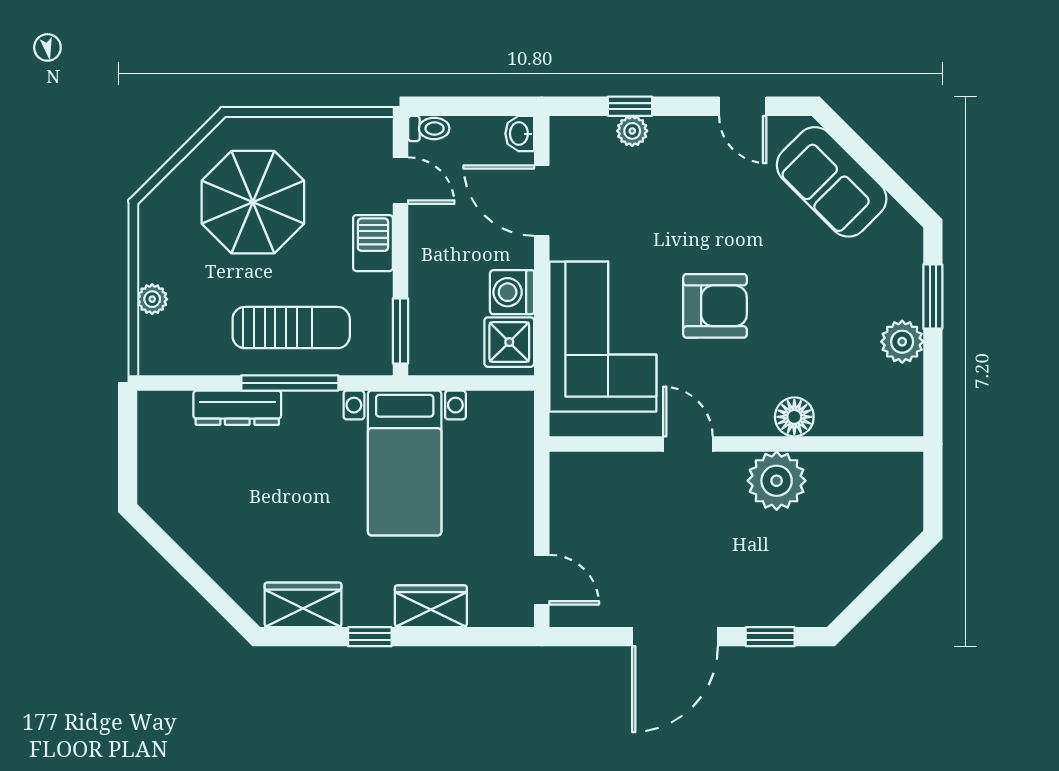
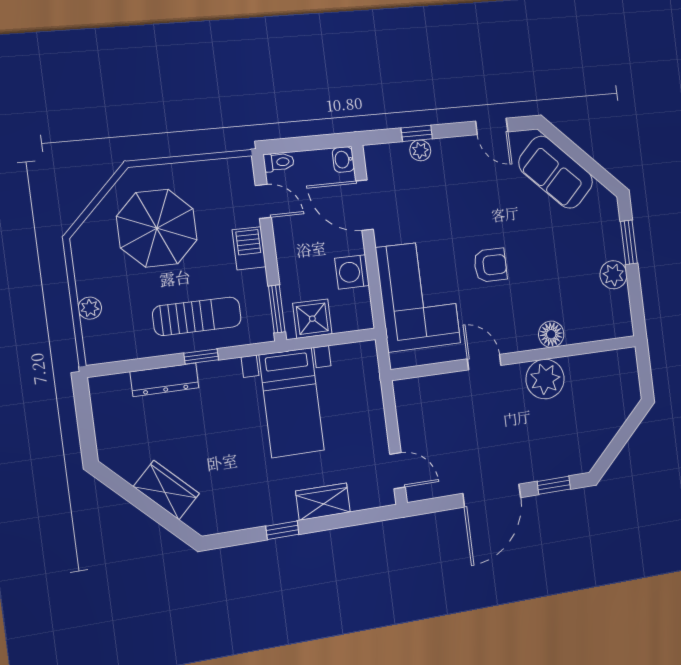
armchair: (715, 306) -> (490, 265), width x0.72, depth x0.72
shower: (509, 342) -> (312, 319), moved
window: (290, 383) -> (201, 357), width x0.46
wardrobe: (303, 605) -> (166, 490), moved, turned 45

